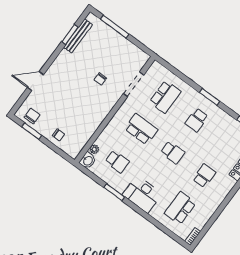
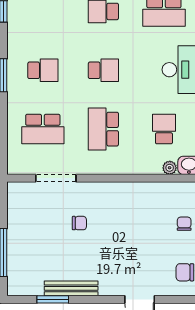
bench: (78, 36) -> (71, 288), moved
school desk: (165, 97) -> (43, 129), turned 180
school desk: (173, 152) -> (103, 70), turned 90

